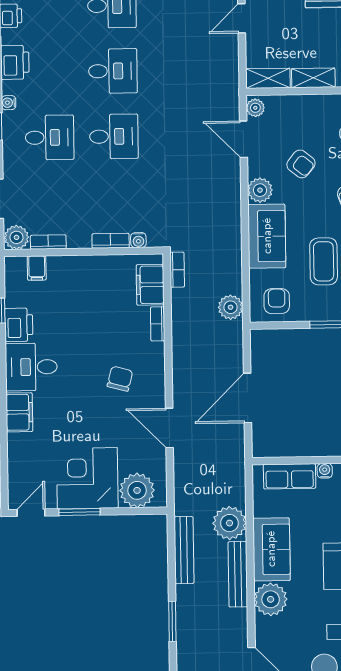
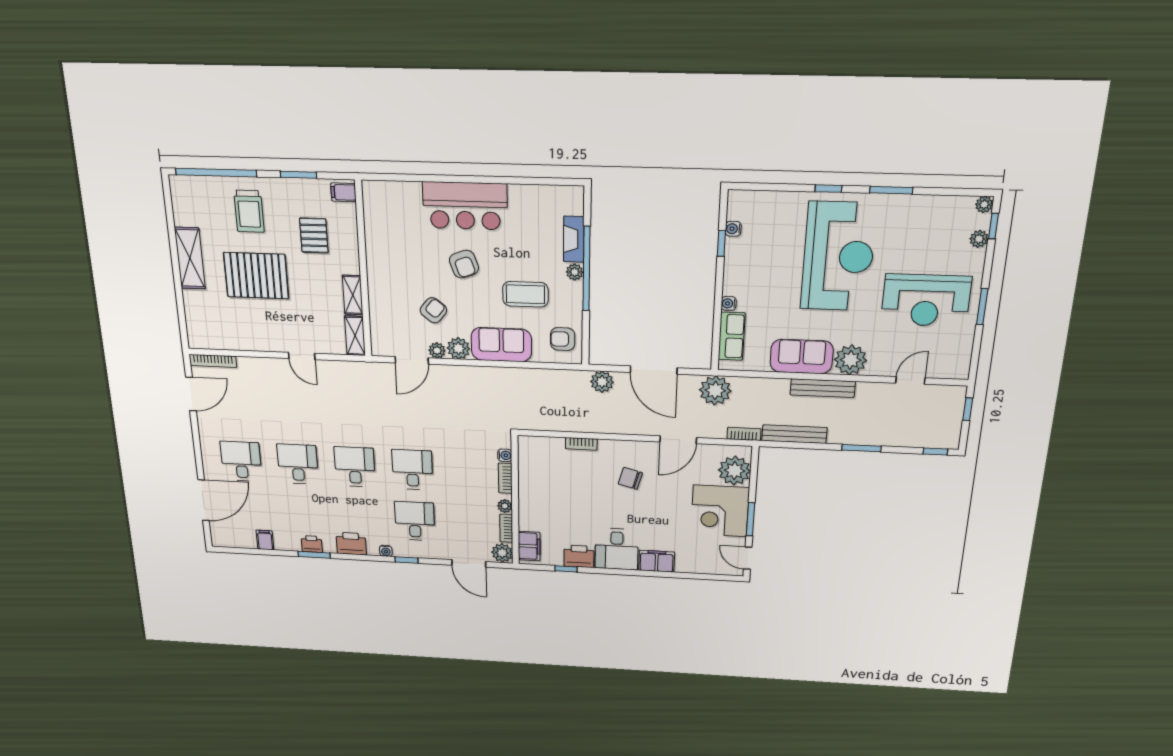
plant: (255, 108) -> (437, 350), moved
plant: (76, 240) -> (505, 506), added
filing cabinet: (37, 268) -> (529, 546), width x2.00
bookcase: (177, 270) -> (744, 434), moved
filing cabinet: (150, 285) -> (545, 448), removed
plant: (231, 307) -> (602, 382), moved
plant: (229, 523) -> (715, 390), moved

